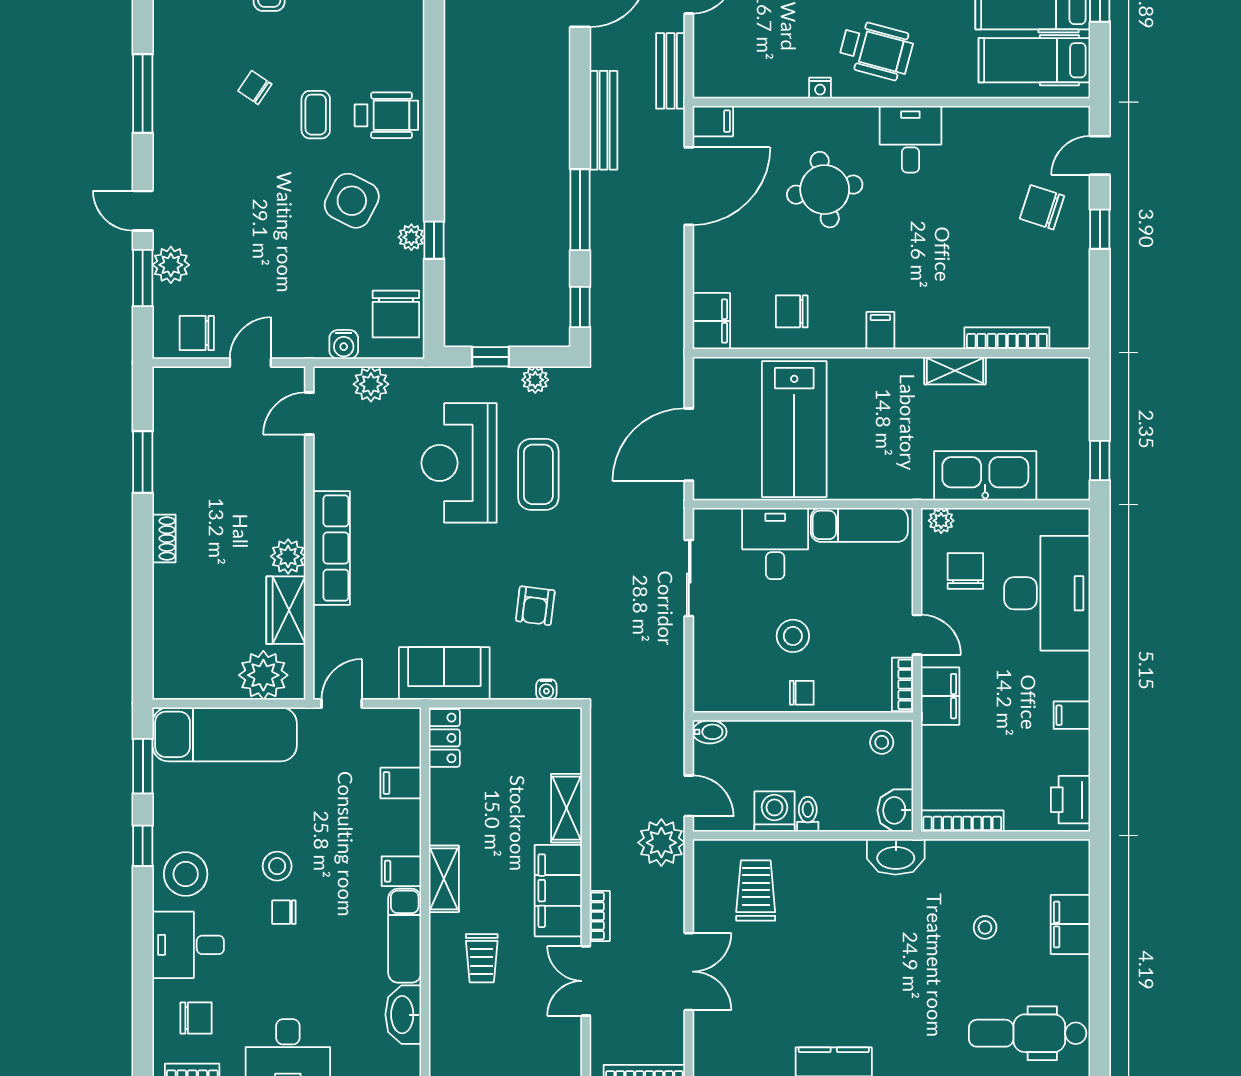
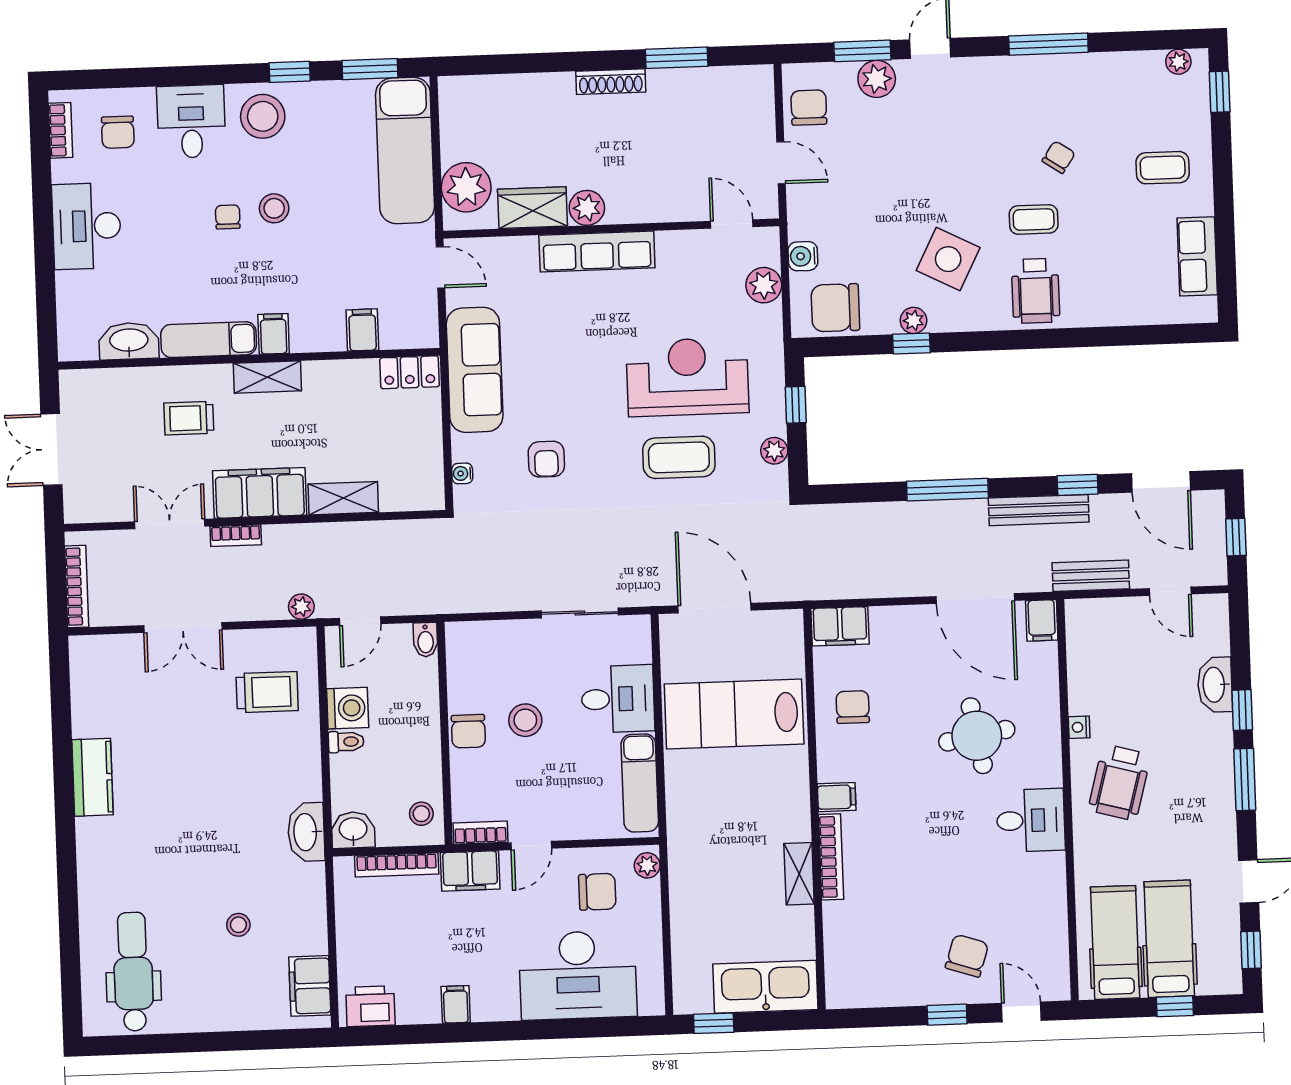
window: (580, 307) -> (1078, 485), moved
bookcase: (1007, 338) -> (831, 857), moved
kitchen sink: (985, 476) -> (765, 987), moved, turned -90
shoe rack: (164, 538) -> (611, 82), width x1.43
armchair: (535, 606) -> (546, 459), turned -97
sofa: (444, 673) -> (475, 370), width x1.36
chair: (802, 693) -> (468, 731), width x1.37, depth x1.37
bookcase: (962, 821) -> (397, 865), moved, turned 90
plant: (661, 843) -> (301, 607), width x0.53, depth x0.53
filing cabinet: (1070, 924) -> (310, 986), moved, turned -90

